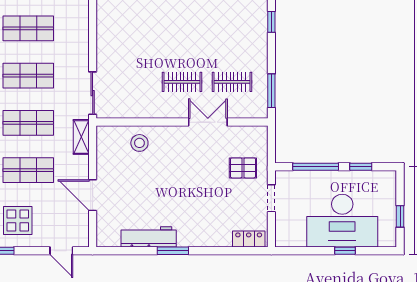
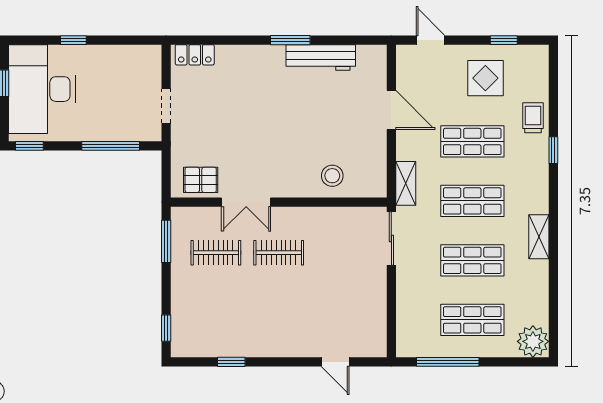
window: (361, 167) -> (29, 146), moved
pallet: (243, 168) -> (201, 180), moved
desk: (342, 221) -> (42, 89), moved, turned -90

